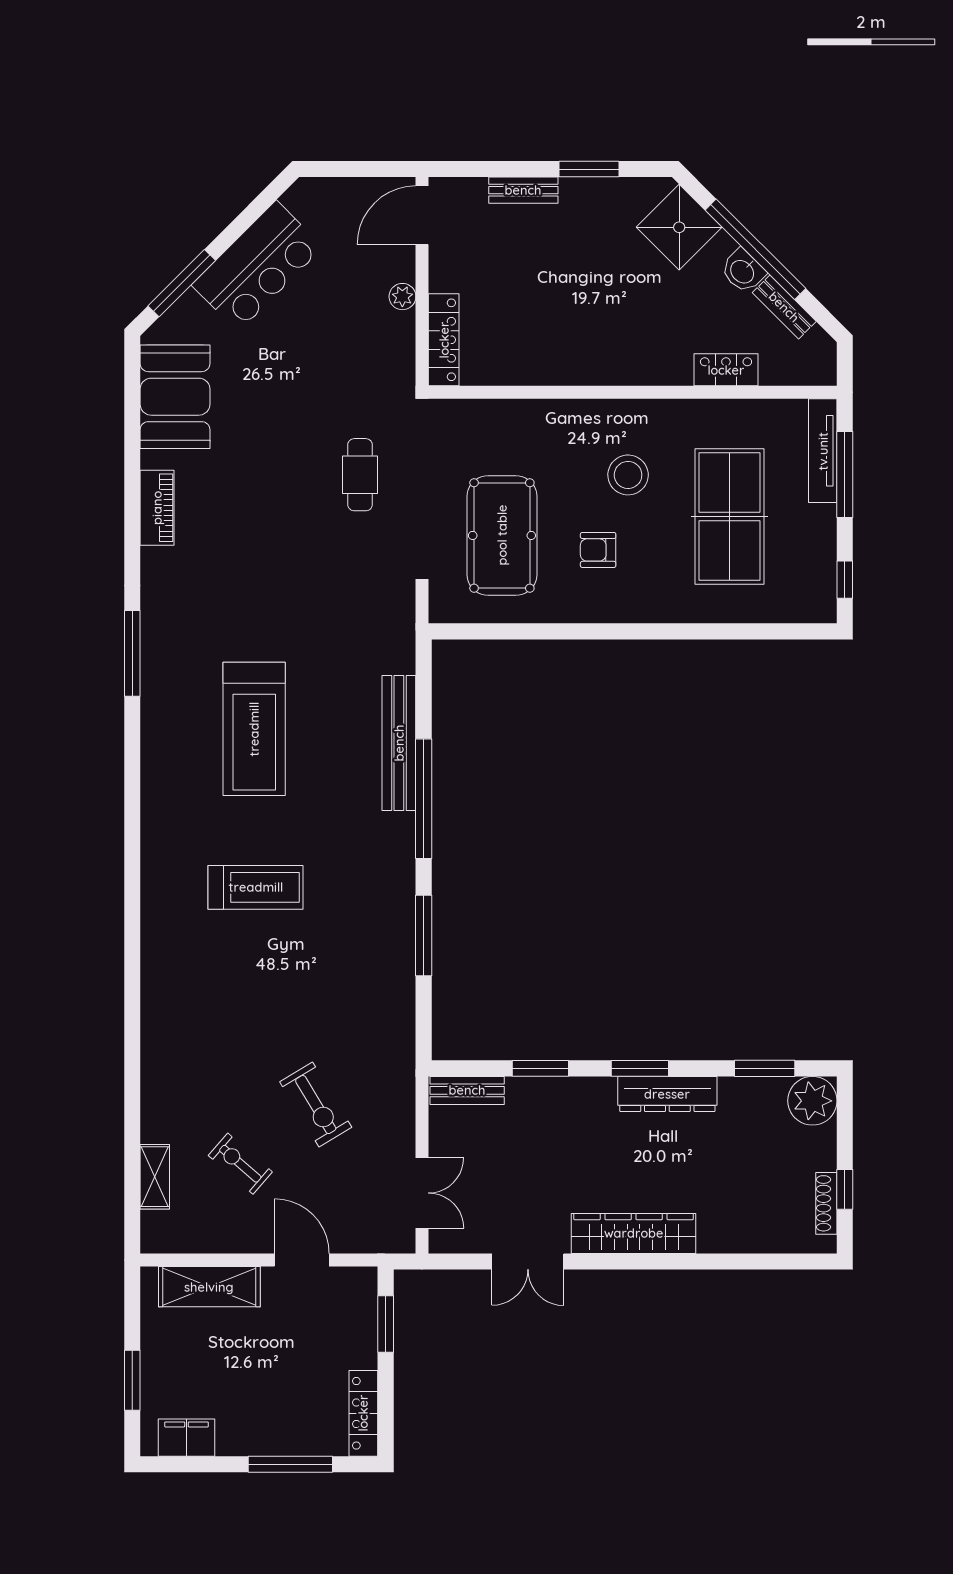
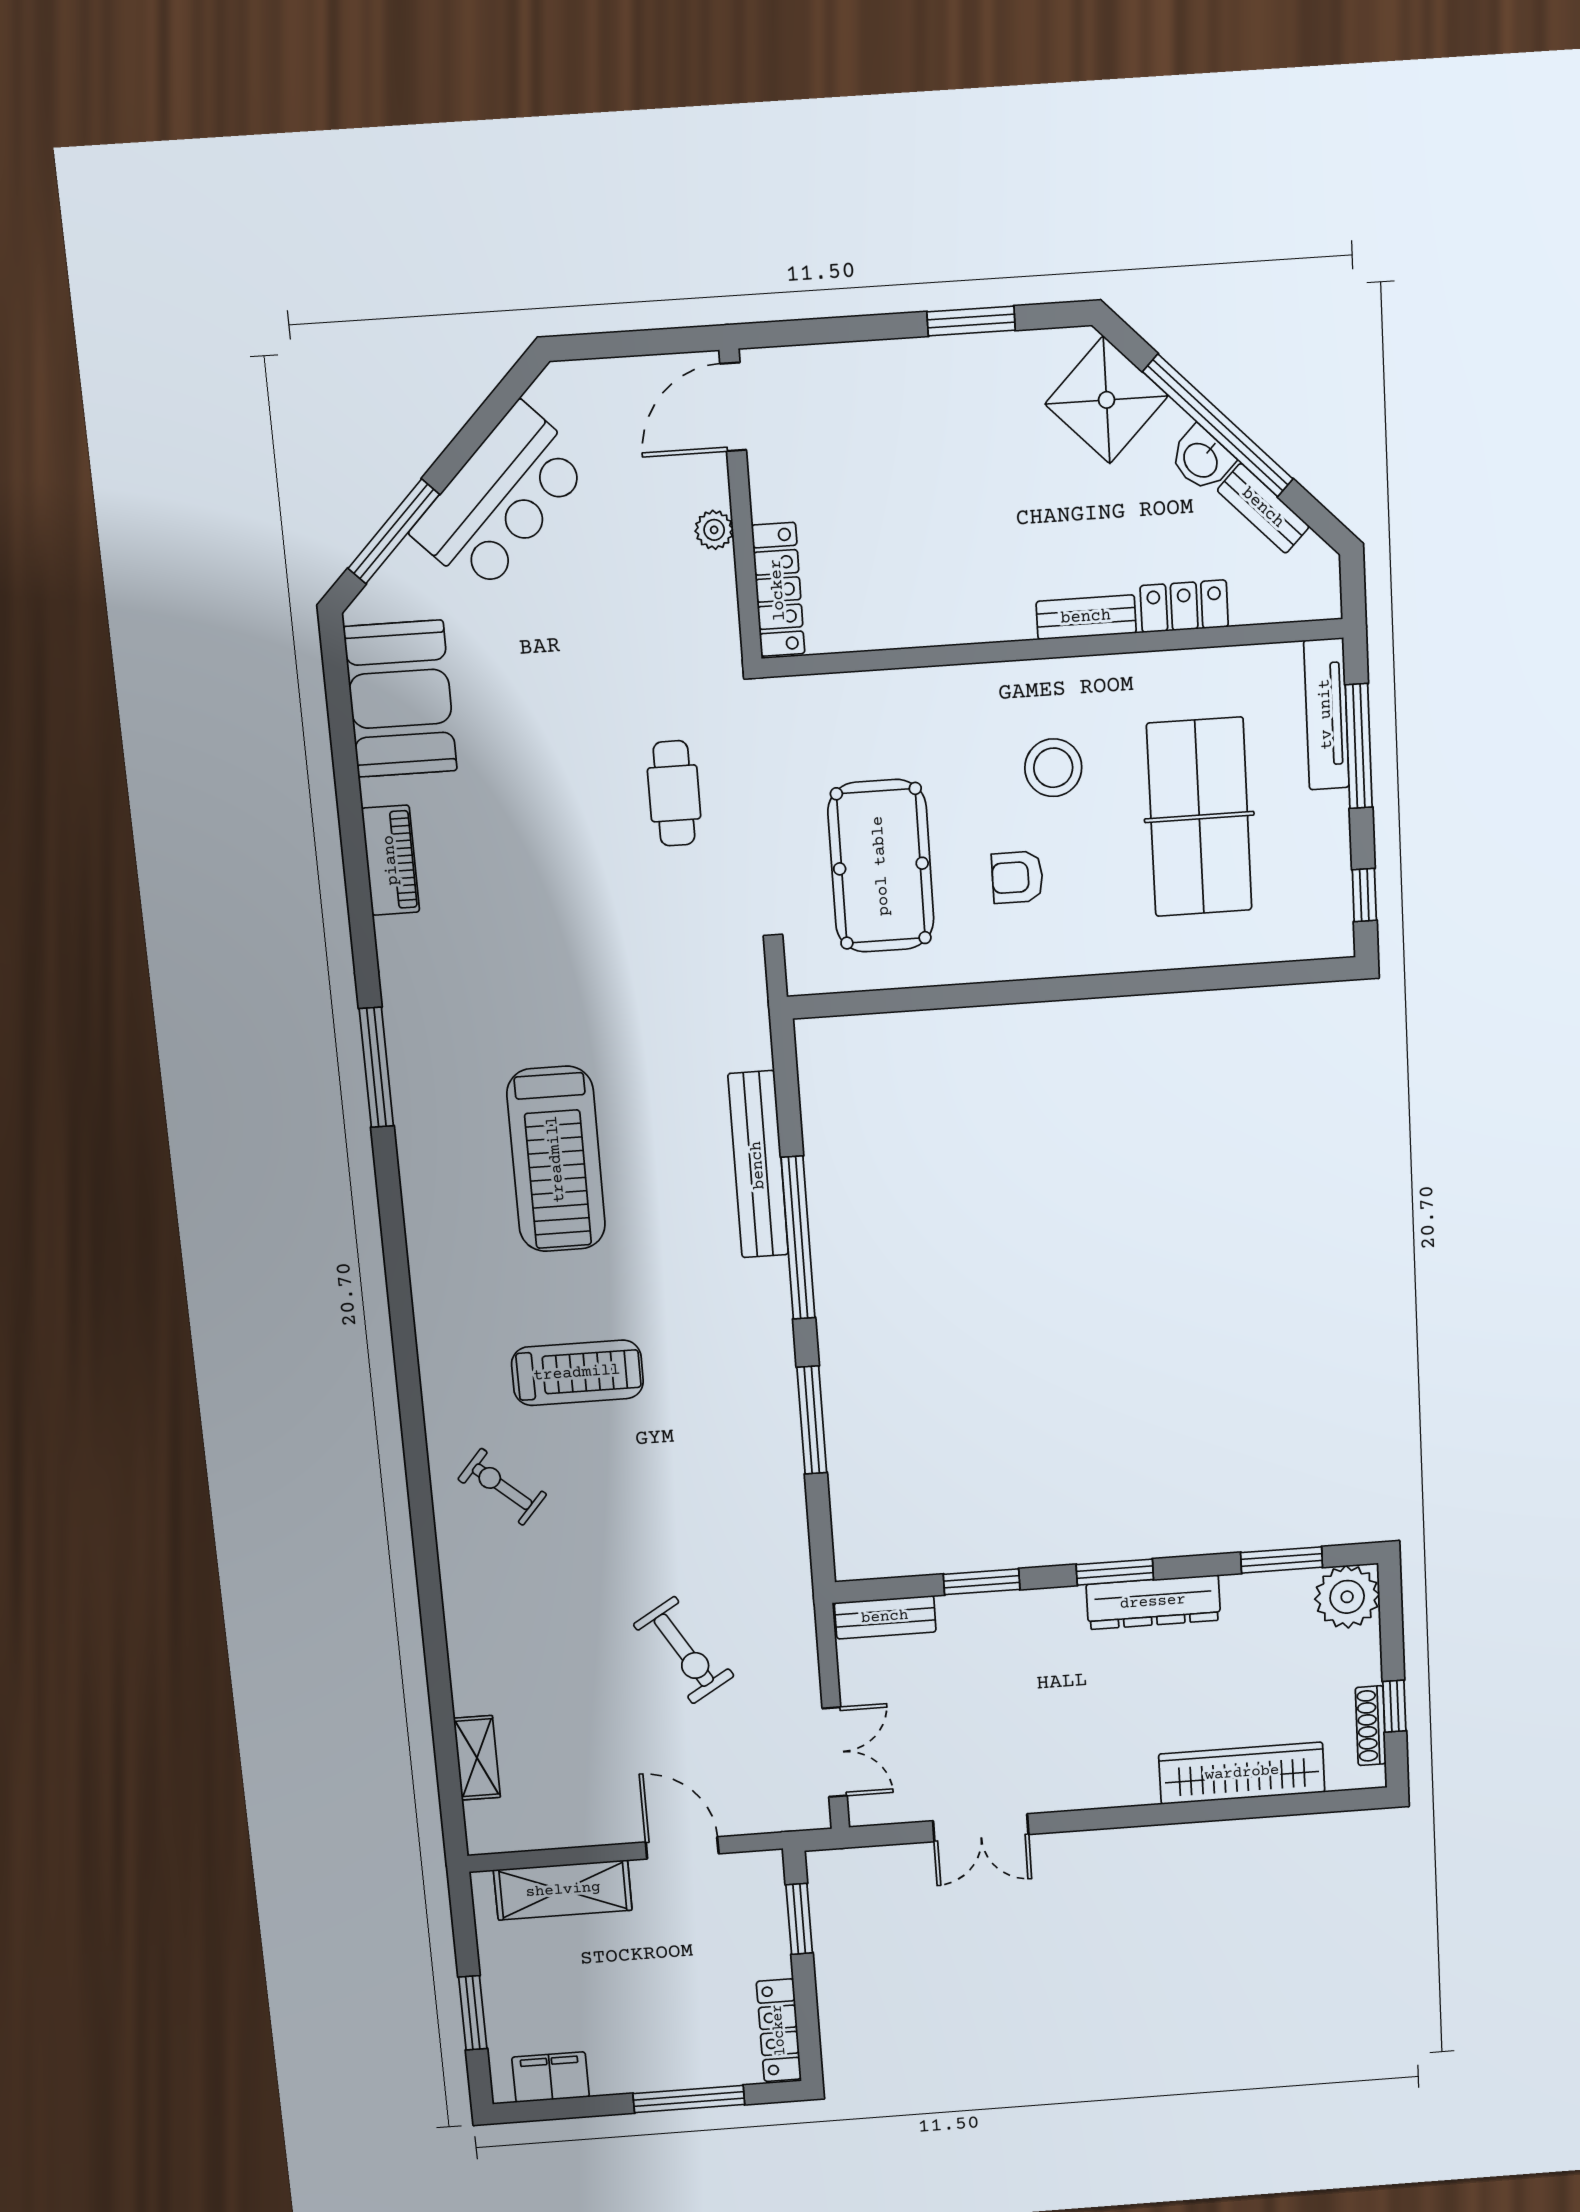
bench: (523, 190) -> (1086, 617), moved
exercise bike: (240, 1164) -> (502, 1487), moved
wardrobe: (634, 1233) -> (1242, 1773), moved

